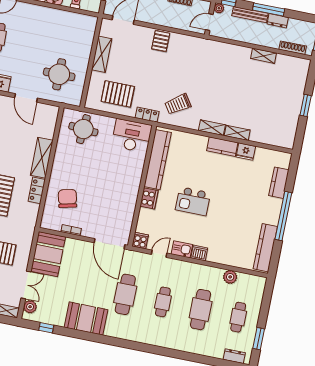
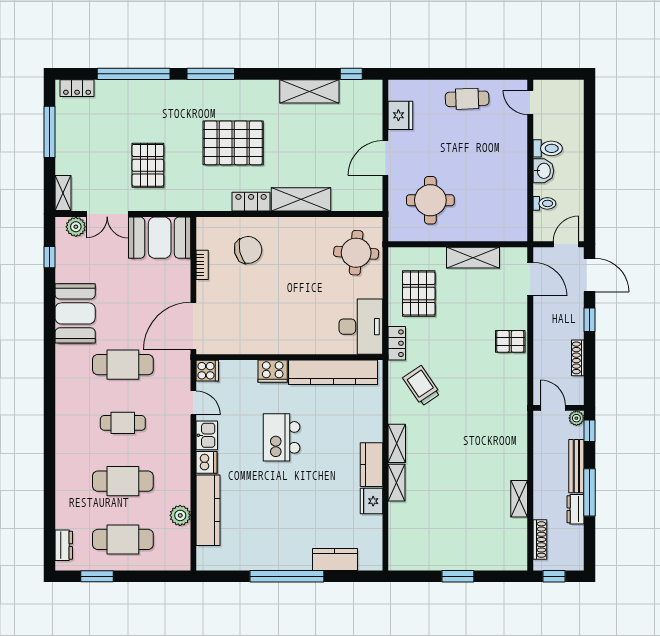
kitchen counter: (265, 248) -> (208, 510), moved, turned 90
cafe table: (238, 317) -> (123, 539), width x1.37, depth x1.35

